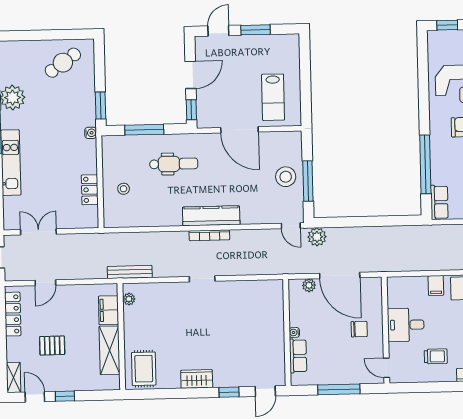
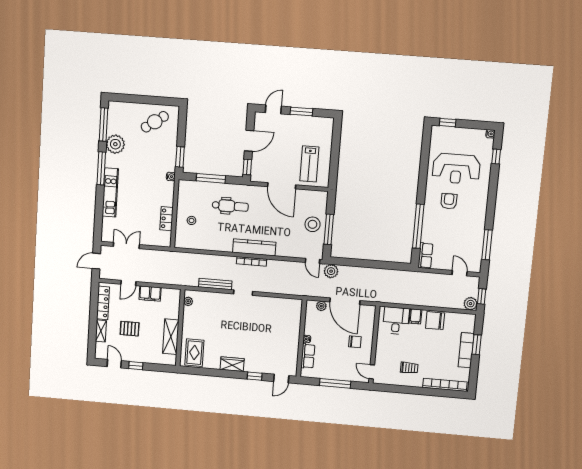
bench: (130, 272) -> (215, 284), moved
filing cabinet: (109, 310) -> (150, 294), moved, turned -90
desk: (406, 325) -> (396, 321), moved, turned 90
shelving: (14, 377) -> (101, 331), moved

